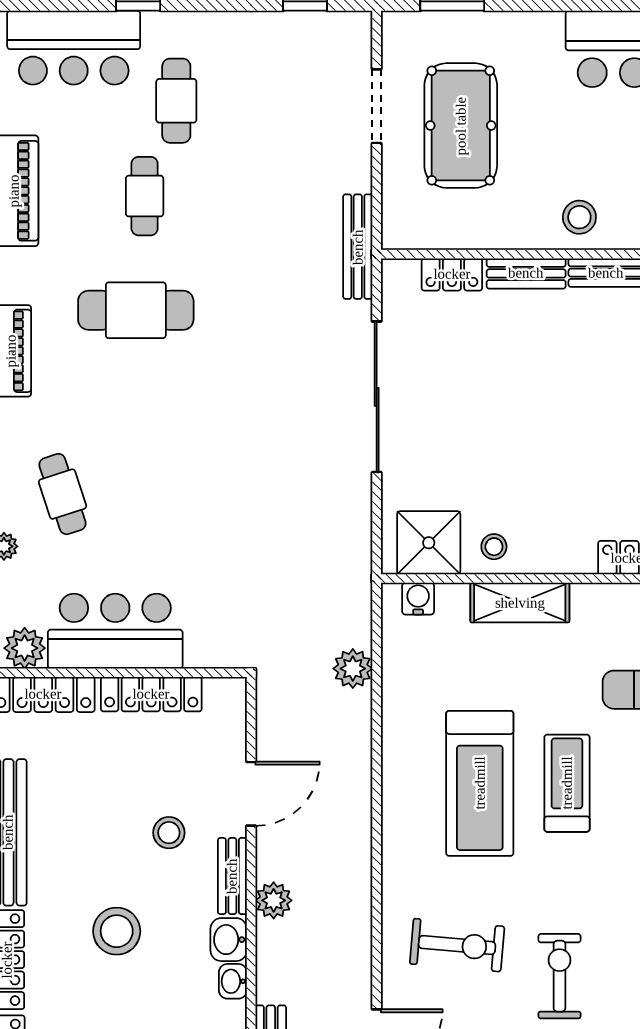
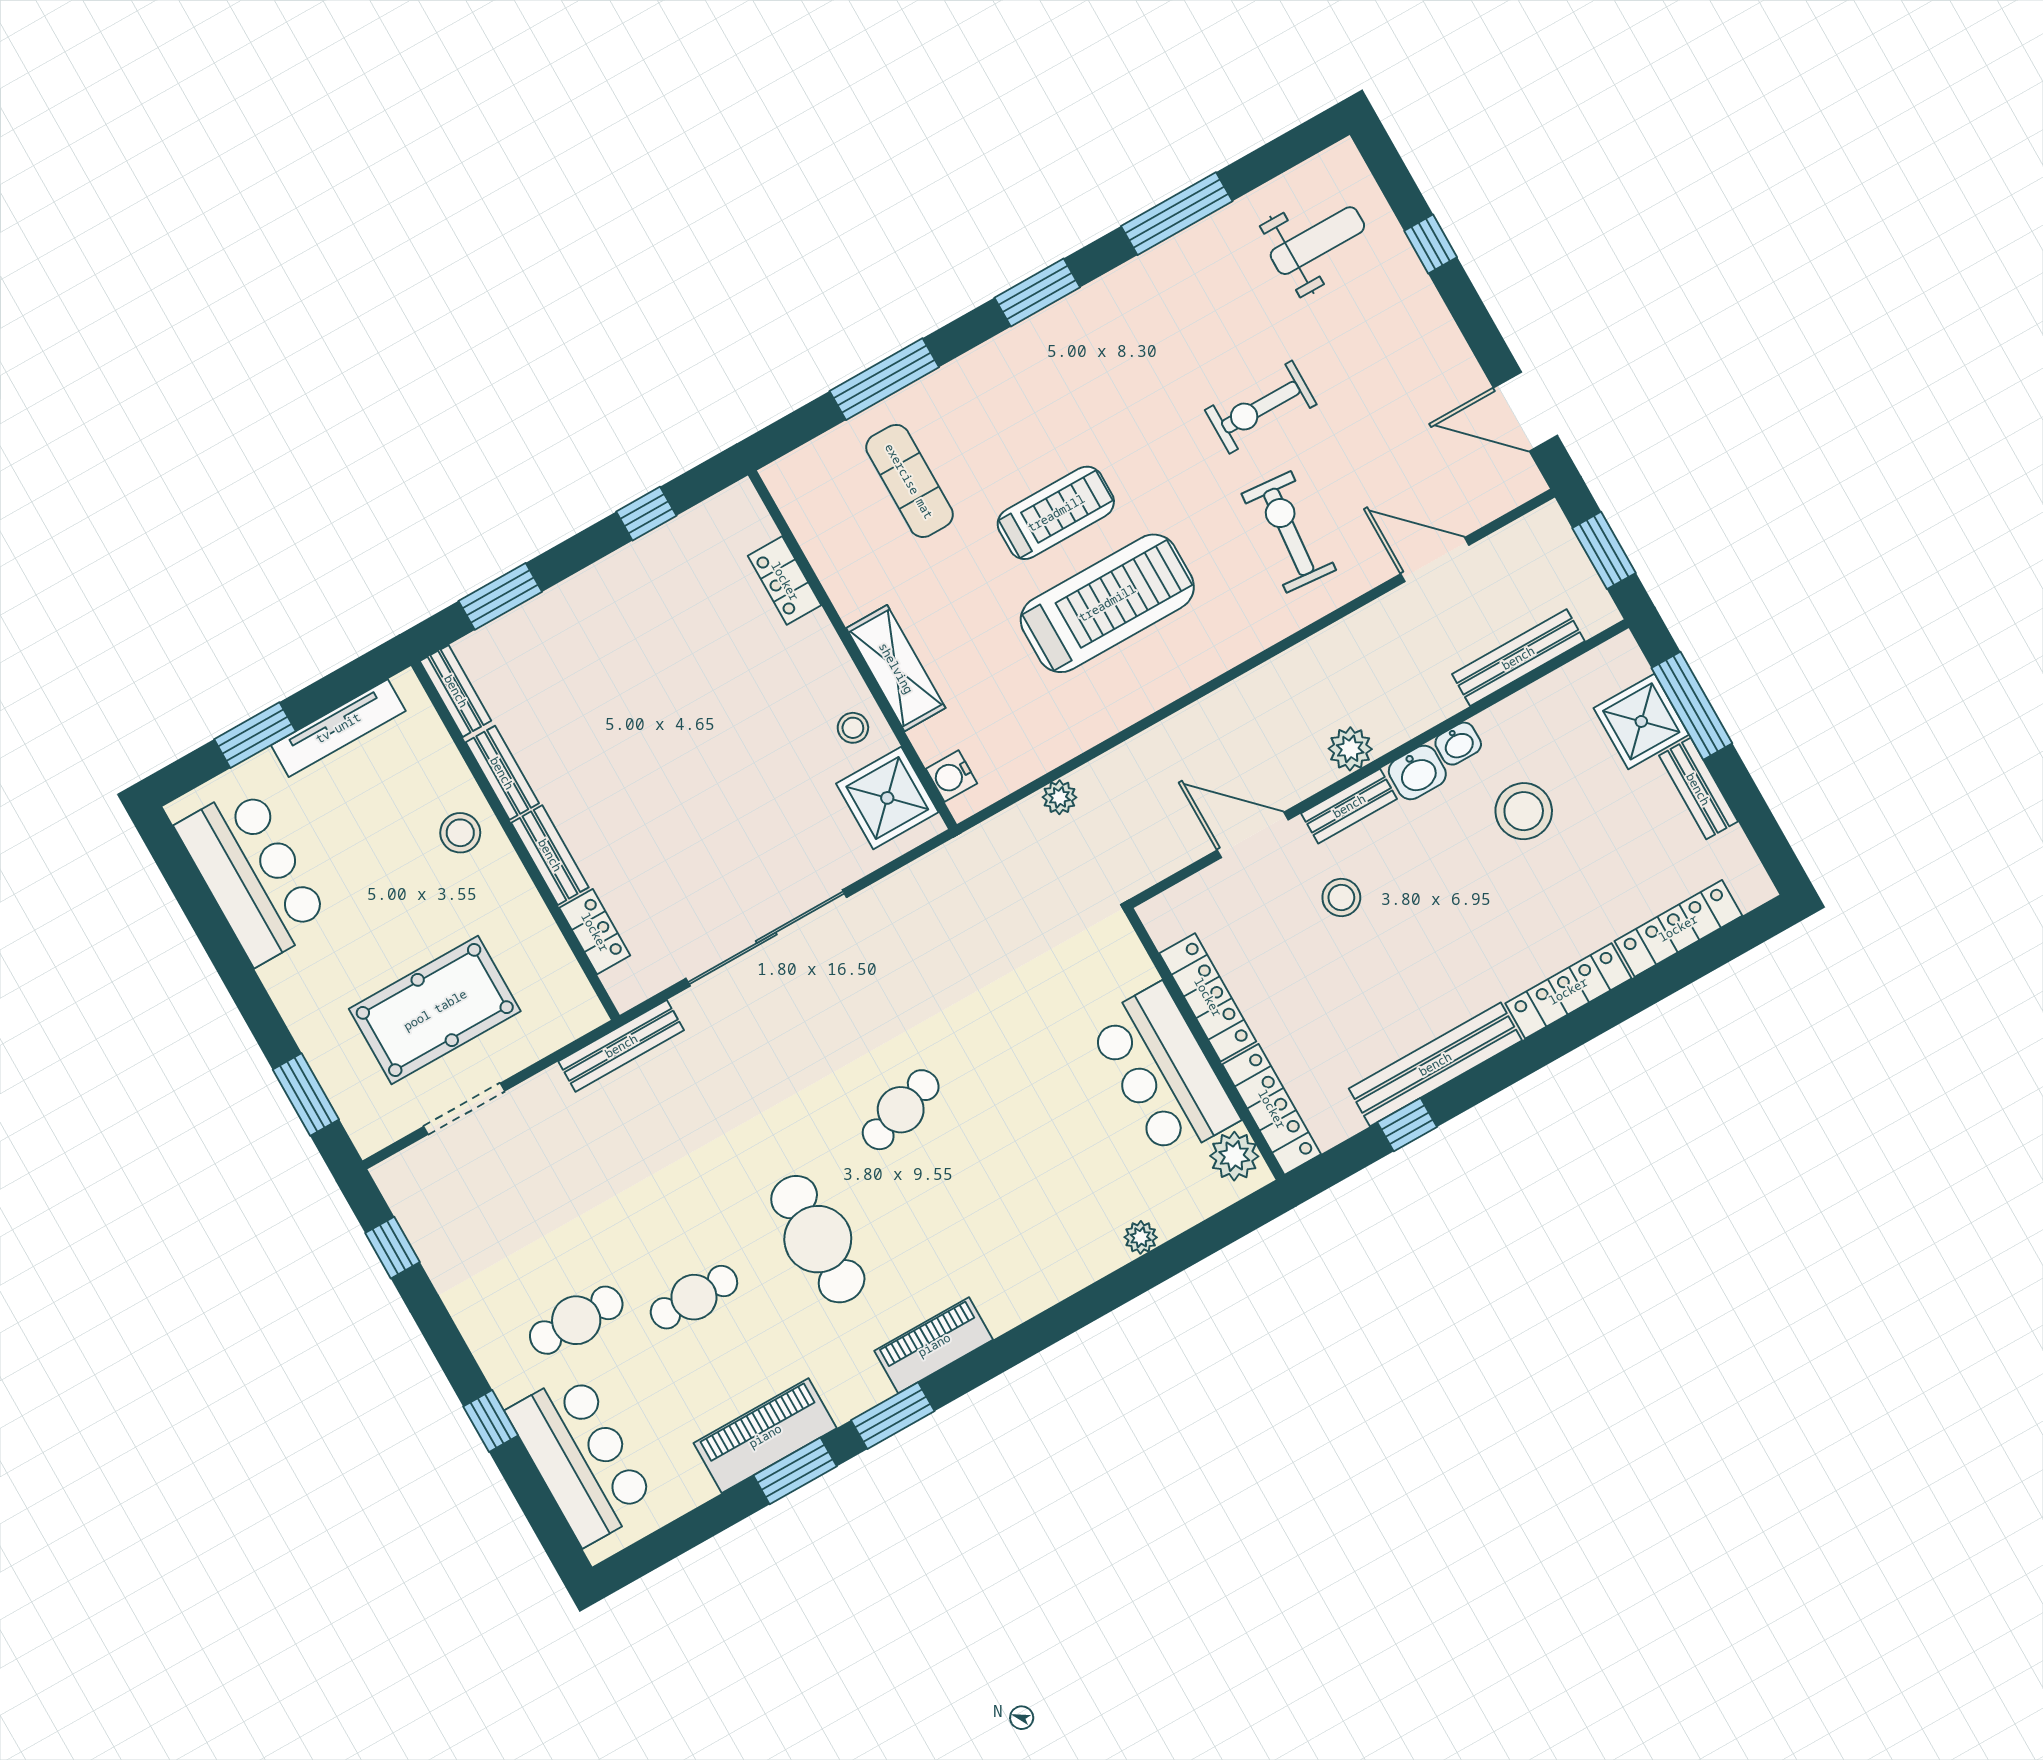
cafe table: (63, 494) -> (901, 1110), moved
plant: (353, 669) -> (1059, 797), width x0.73, depth x0.73
treadmill: (567, 783) -> (1056, 513), turned 180
stool: (117, 931) -> (1524, 811), moved

